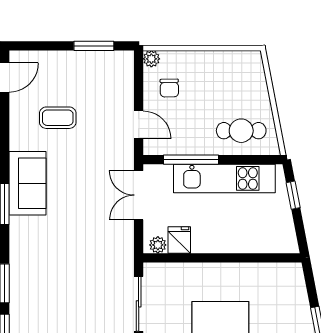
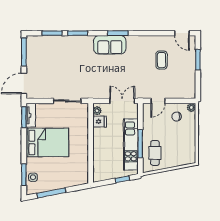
window: (94, 46) -> (198, 60), moved
window: (191, 160) -> (140, 144), moved
sofa: (28, 183) -> (110, 45), moved

